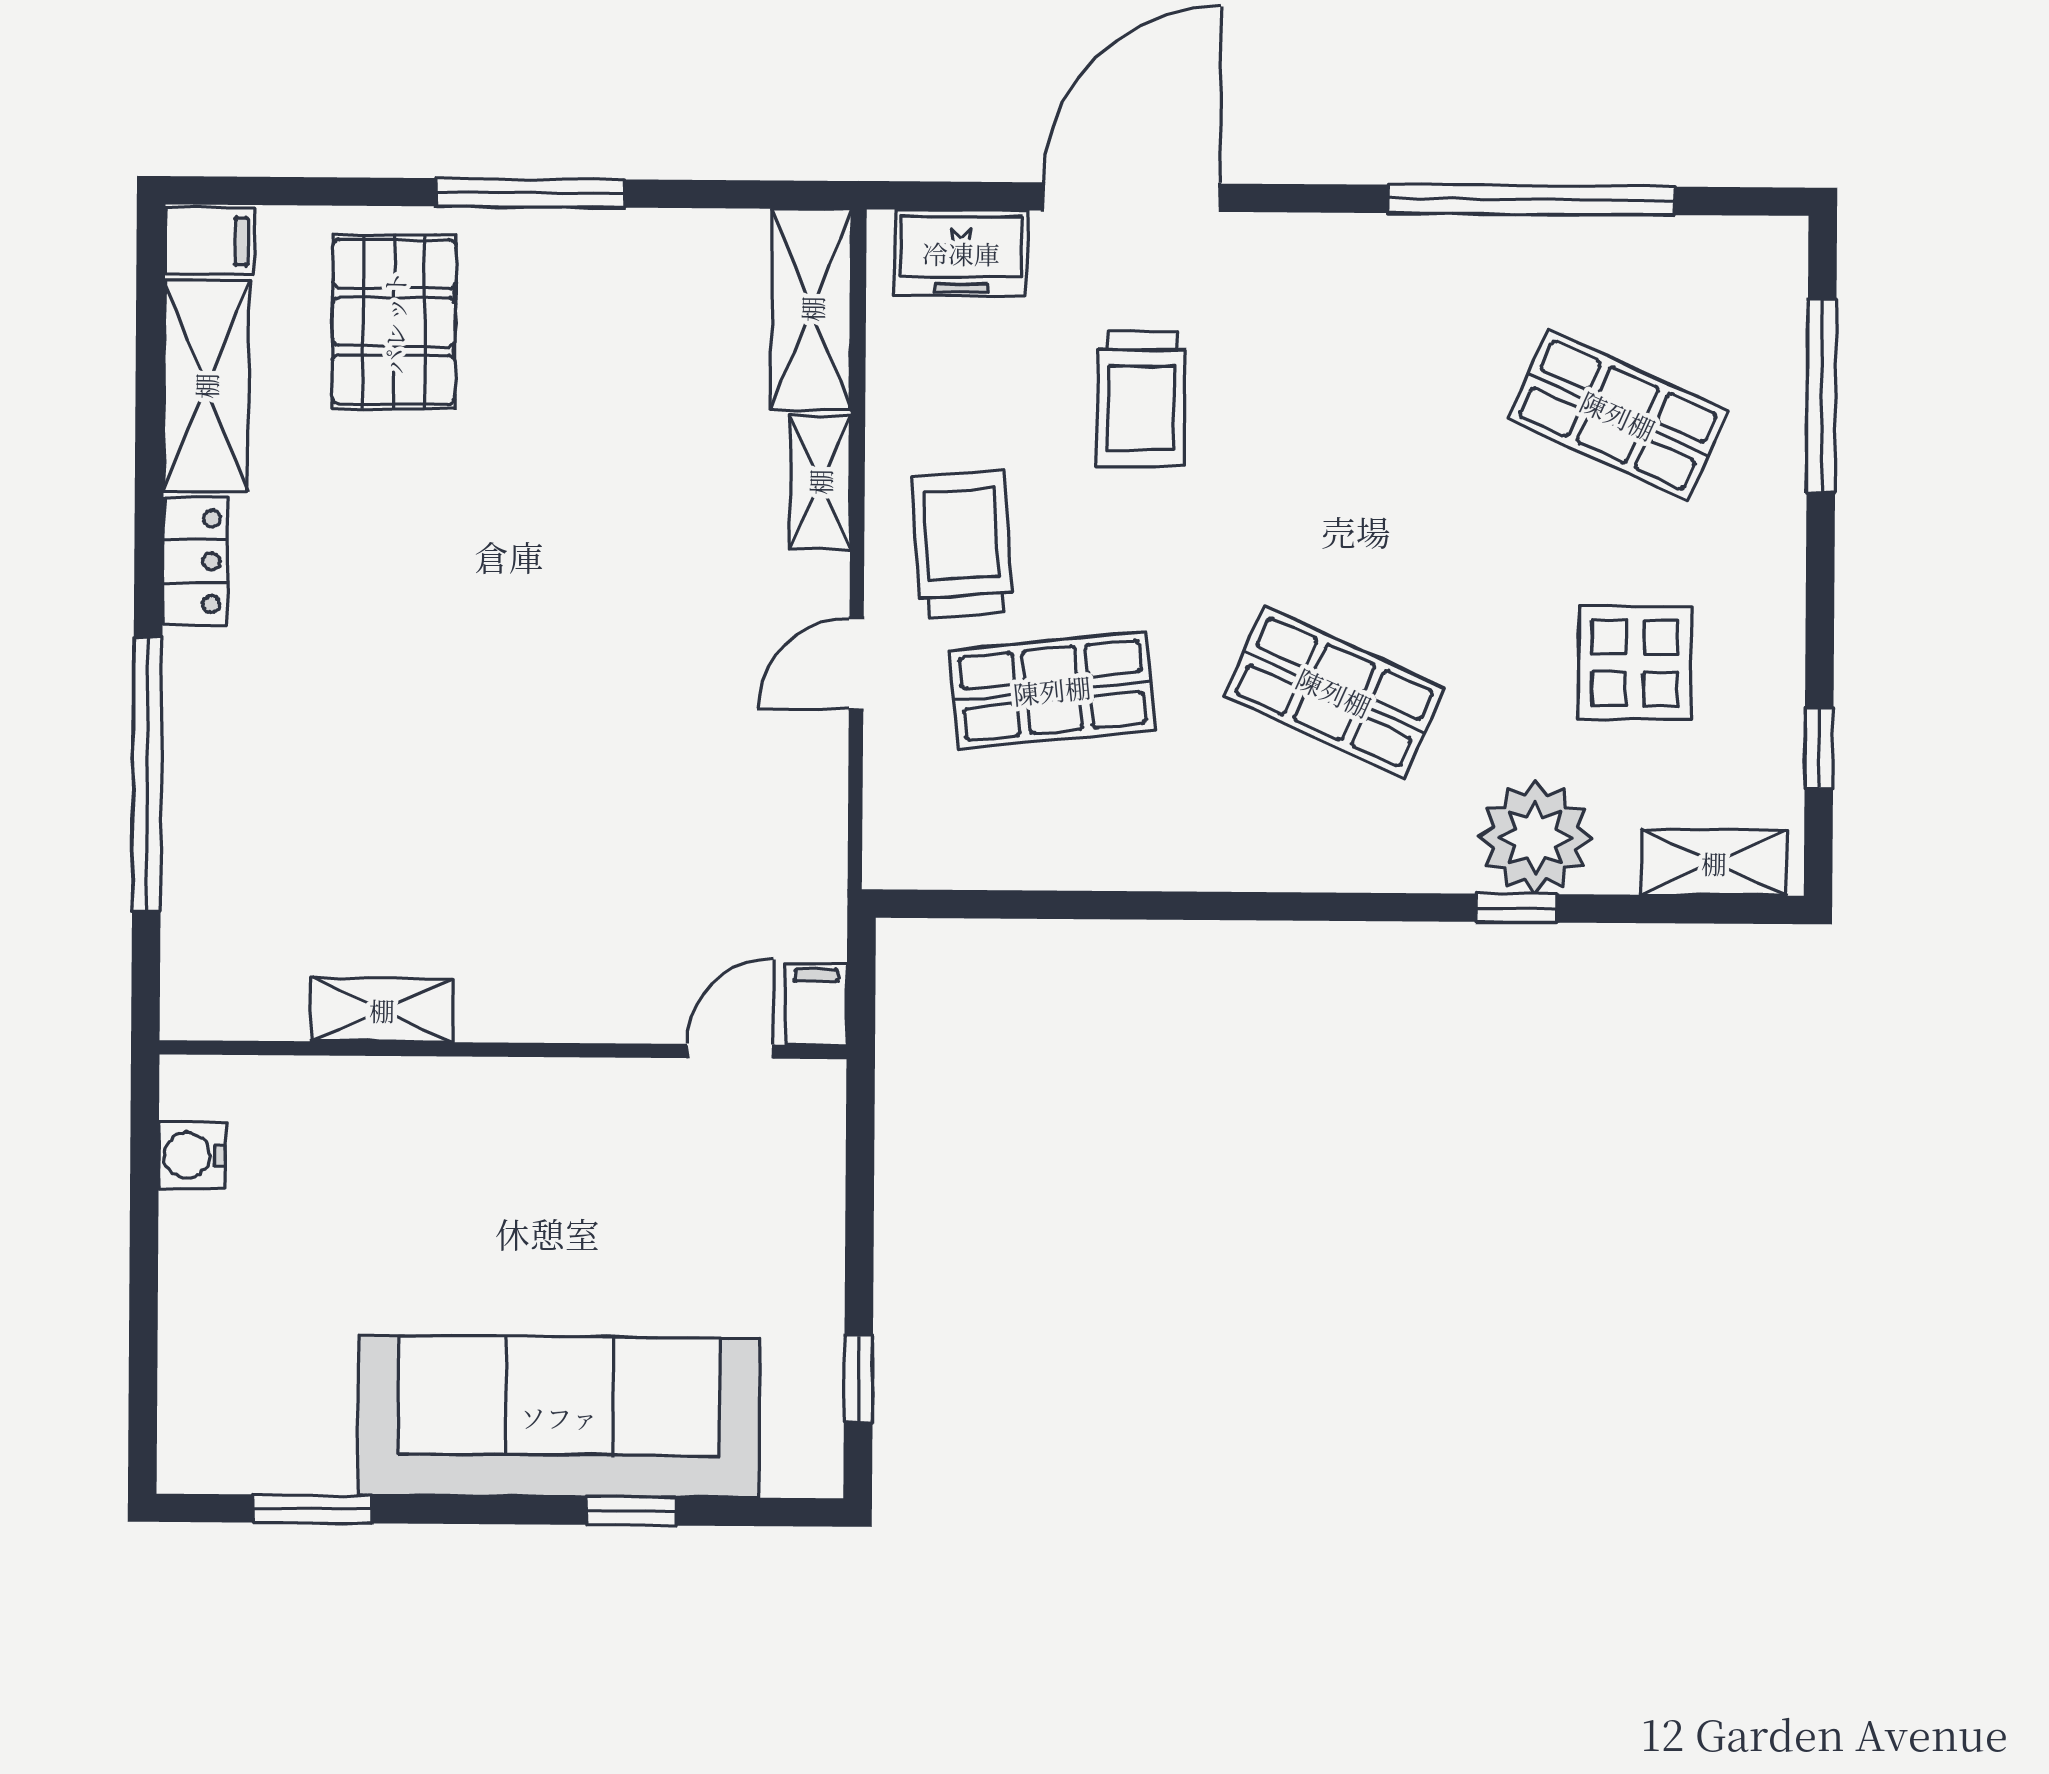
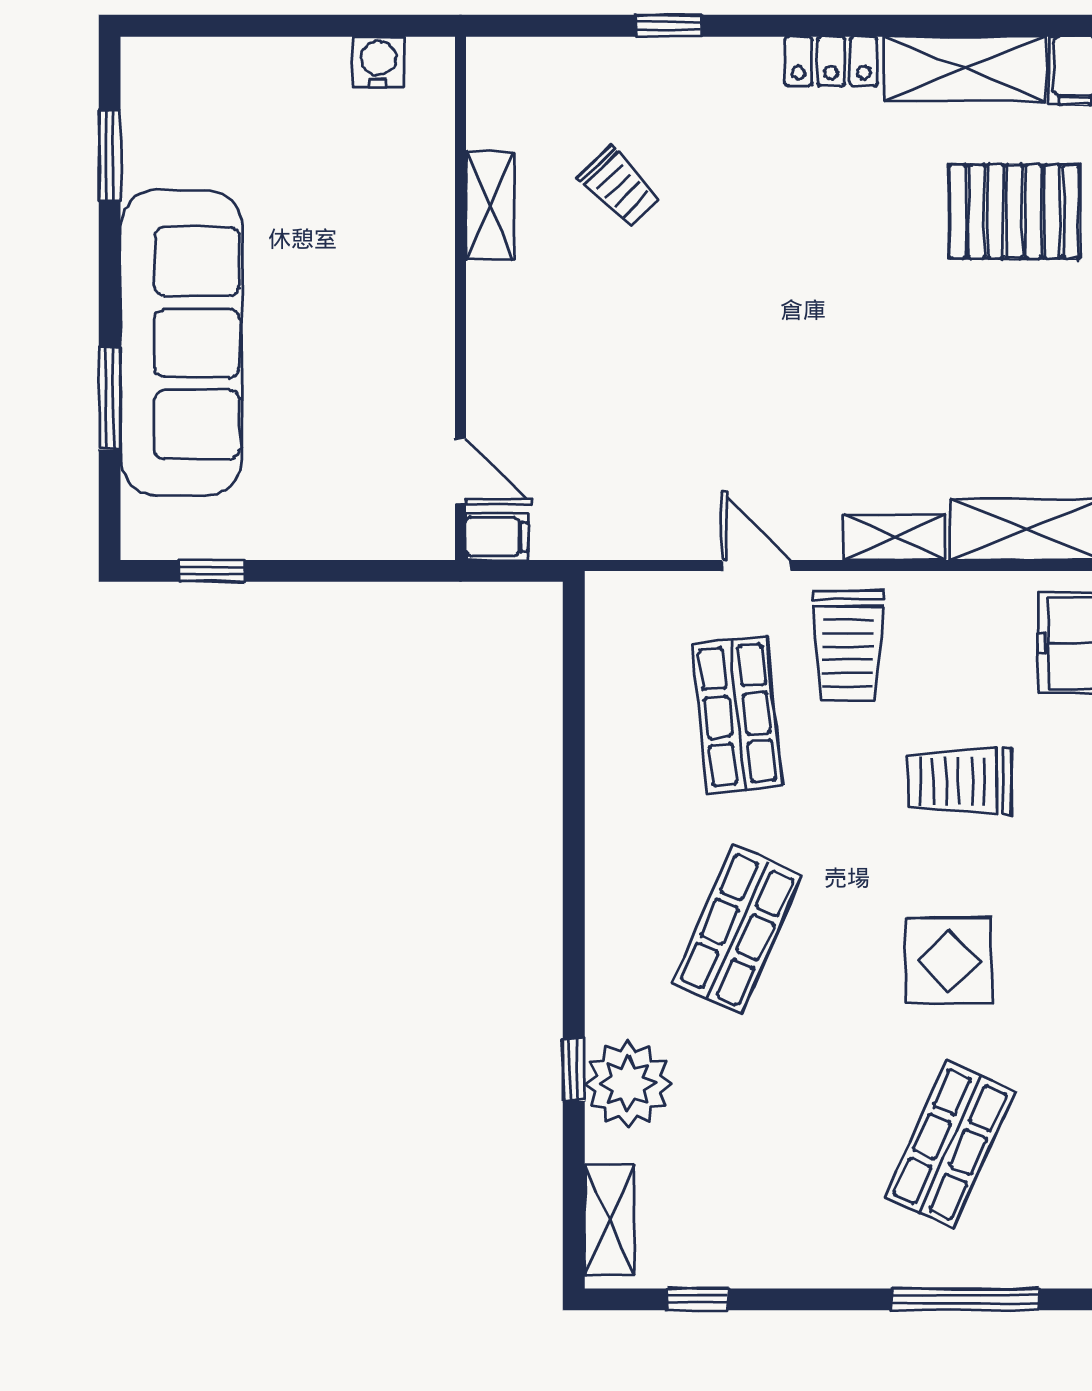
trolley: (962, 544) -> (848, 645), turned 94
display table: (1635, 663) -> (949, 961), moved
window: (147, 774) -> (669, 26), width x0.32
trolley: (358, 840) -> (619, 187), added
window: (631, 1511) -> (110, 398), width x1.50

